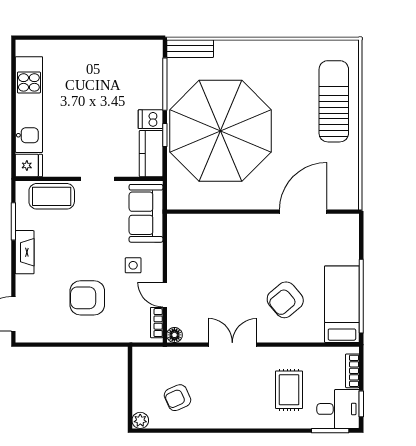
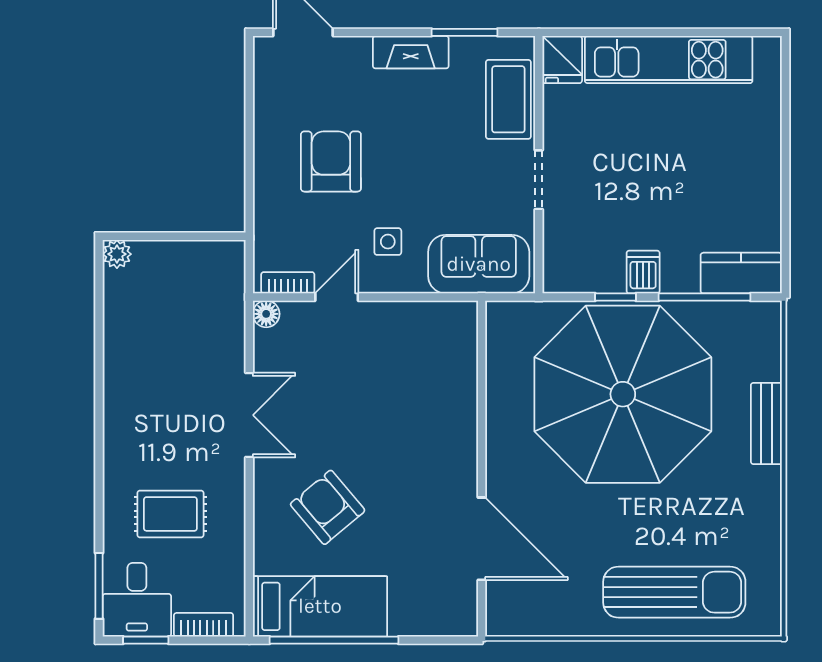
bench: (190, 49) -> (766, 423), moved
kitchen counter: (151, 154) -> (741, 273), moved
armchair: (177, 398) -> (157, 319), removed

